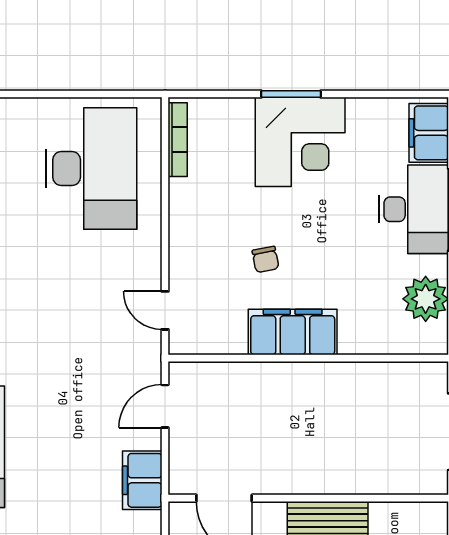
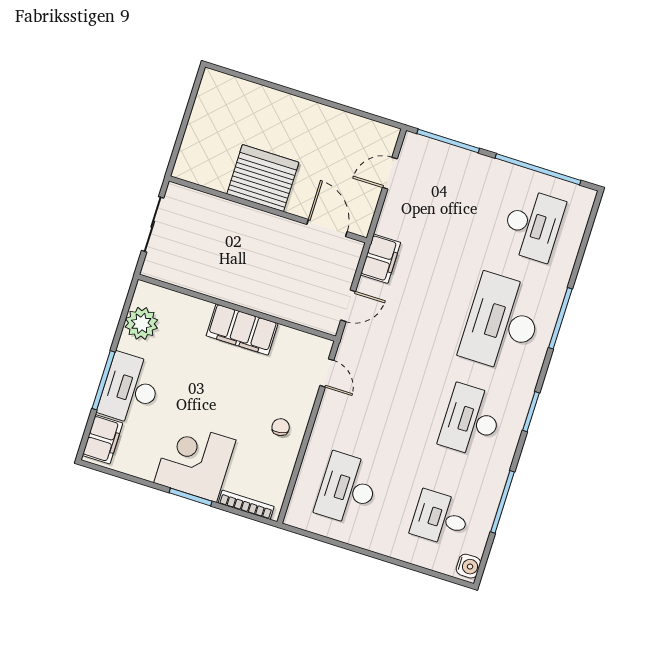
bookcase: (178, 140) -> (246, 505), moved, turned 90
desk: (91, 169) -> (347, 489), width x0.73, depth x0.77
chair: (266, 259) -> (281, 427), moved

